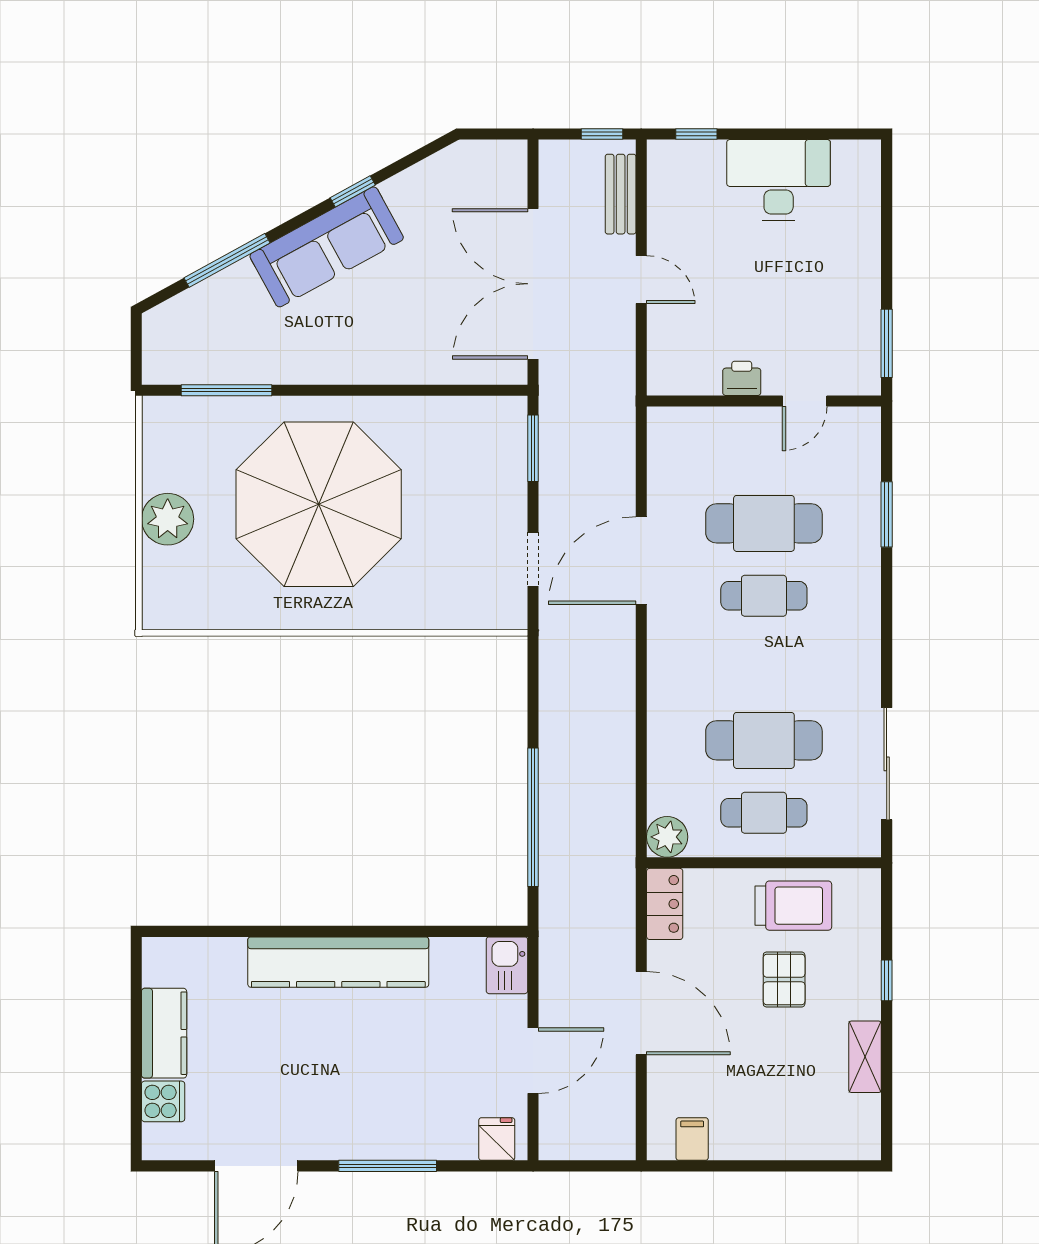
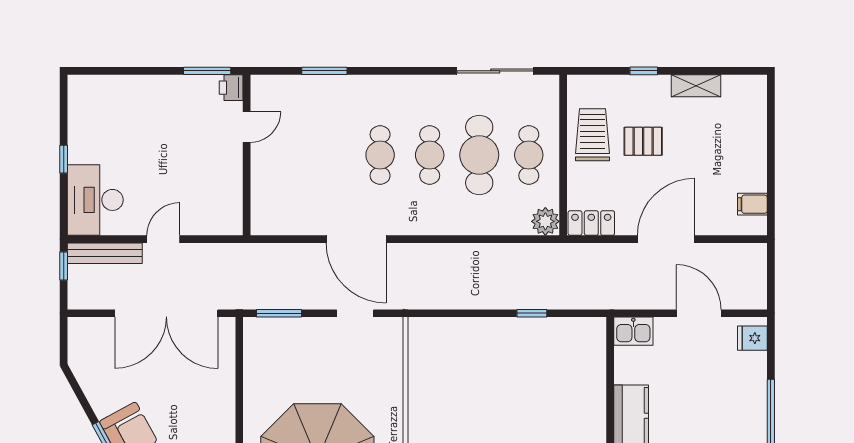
window: (696, 134) -> (64, 159), moved
desk: (779, 180) -> (95, 200), moved
bench: (621, 194) -> (105, 253), width x1.36
printer: (742, 378) -> (231, 88), moved
door: (805, 401) -> (247, 127), hinge flipped
cafe table: (764, 523) -> (430, 155), moved, width x0.73, depth x0.74
window: (533, 817) -> (532, 313), width x0.32

